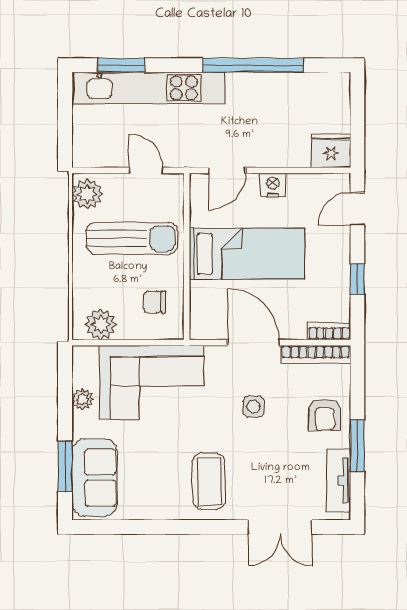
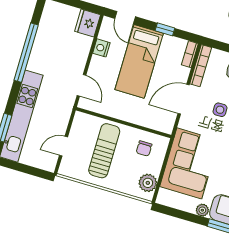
door: (146, 170) -> (63, 146), moved
nightstand: (273, 185) -> (101, 48), moved
plant: (87, 194) -> (71, 169), removed
bed: (247, 254) -> (139, 61), moved, turned 180
plant: (82, 399) -> (202, 210), moved

